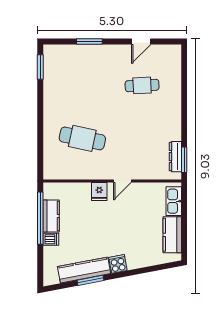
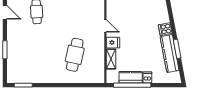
shelving: (76, 189) -> (111, 59), added

